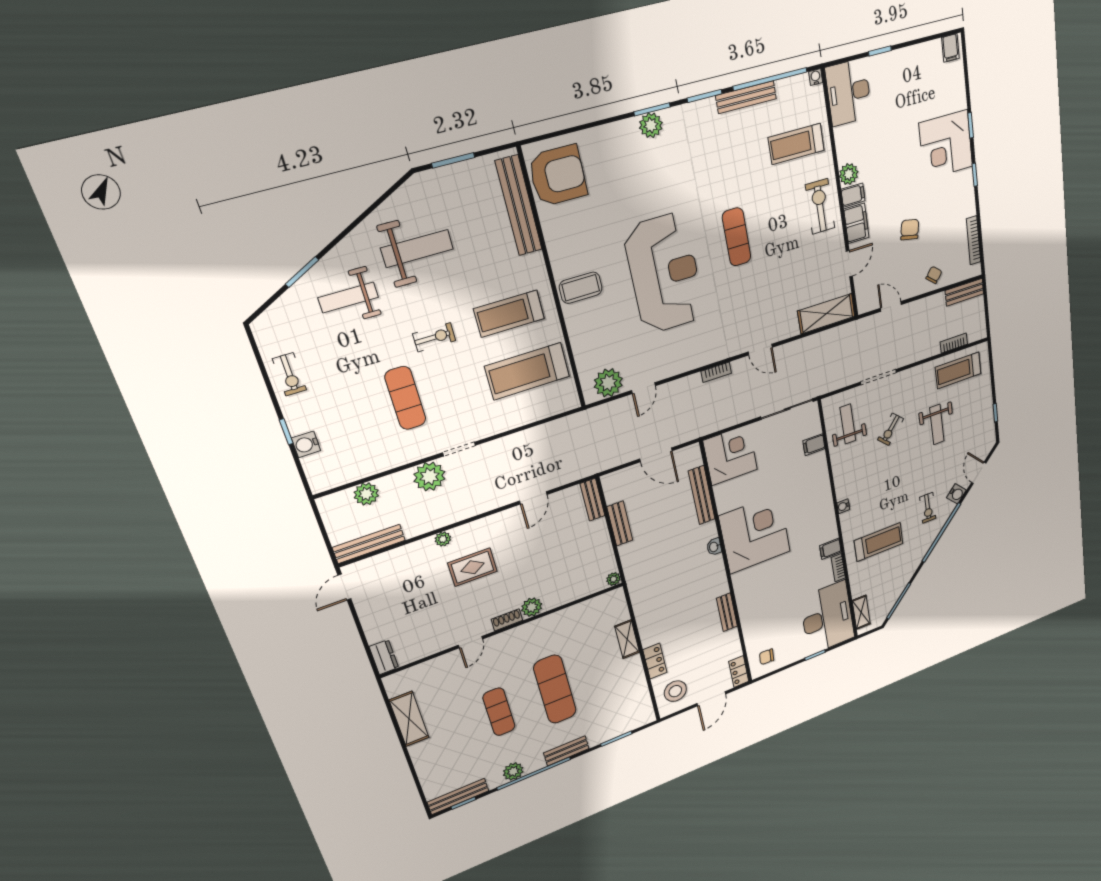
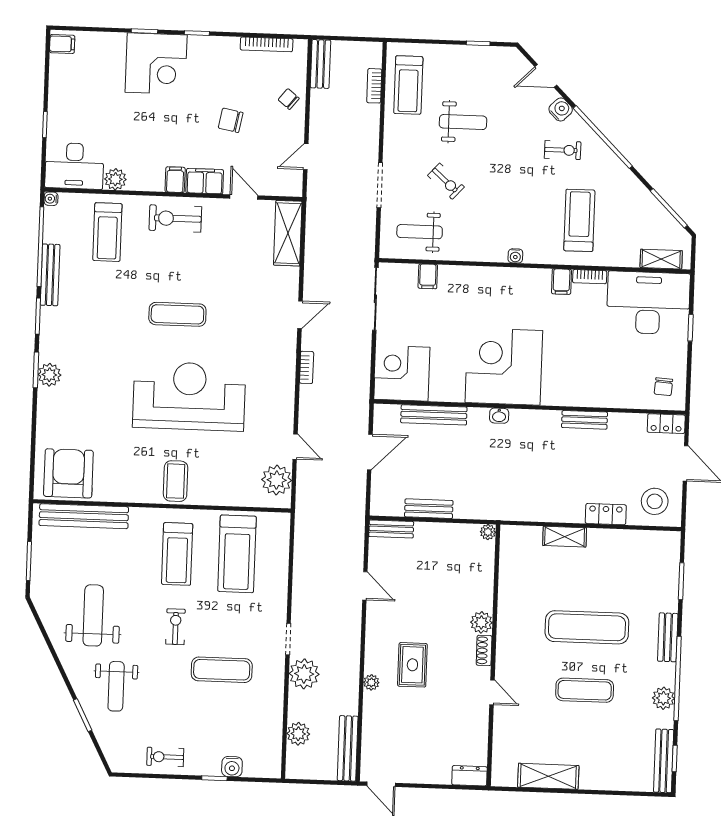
plant: (849, 174) -> (115, 179), moved
exercise bike: (289, 374) -> (165, 757), turned 180

